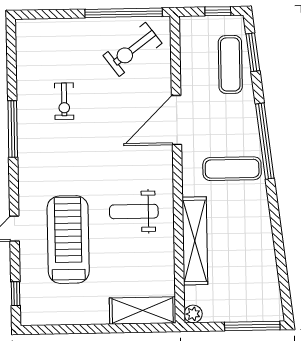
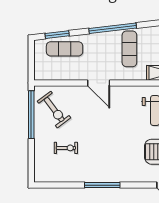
window: (218, 11) -> (31, 56), removed
exercise bike: (64, 101) -> (66, 148), moved
door: (177, 120) -> (99, 83), width x0.73

